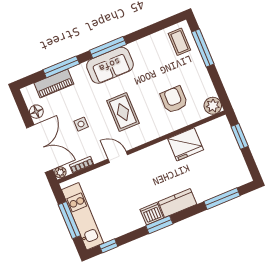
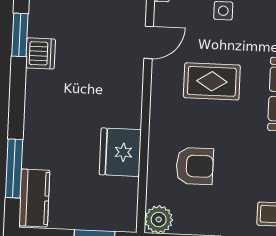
kitchen counter: (177, 203) -> (34, 198), moved
window: (159, 225) -> (20, 35), moved

